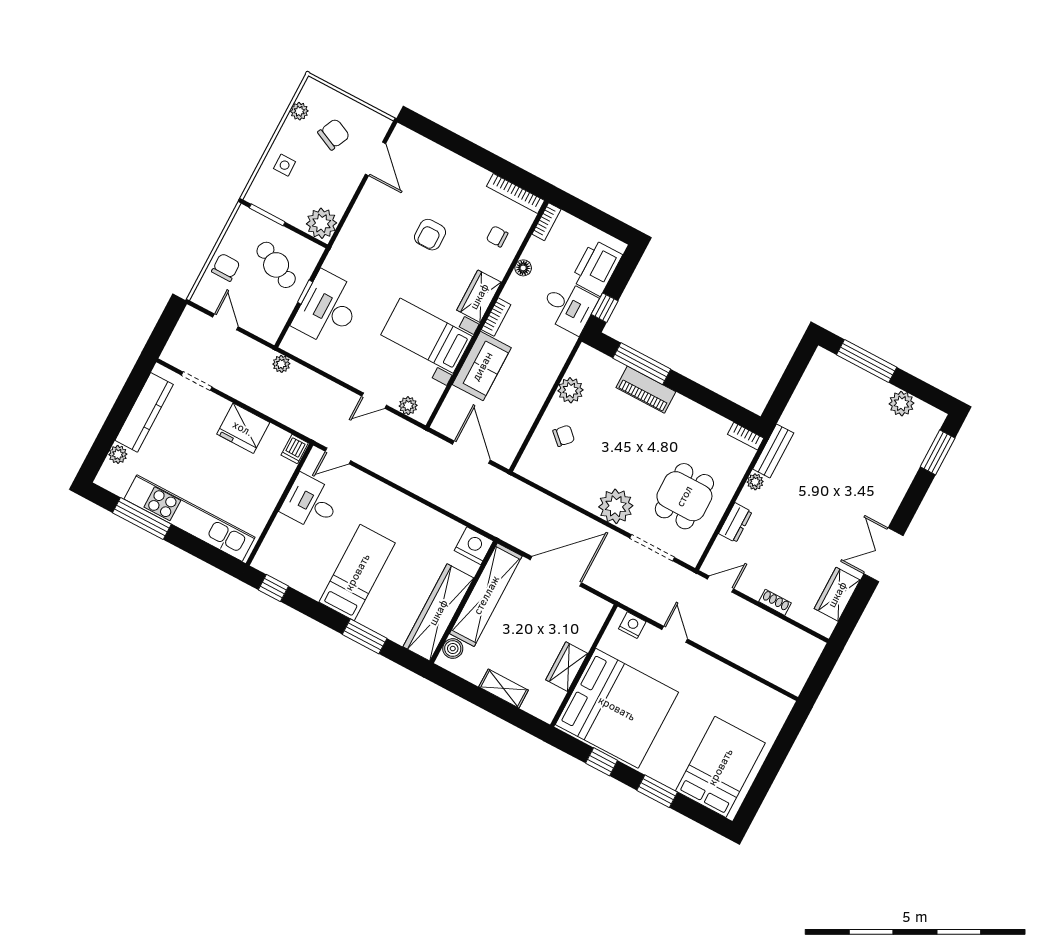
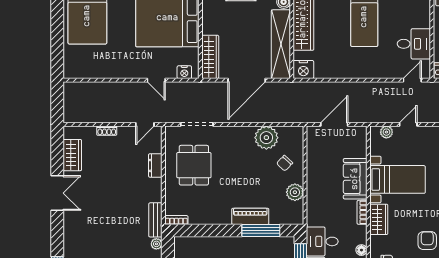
door: (471, 452) -> (334, 124), swing flipped
plant: (755, 482) -> (156, 244), moved
plant: (616, 506) -> (266, 138), moved
wardrobe: (567, 667) -> (210, 57), moved, width x1.50

